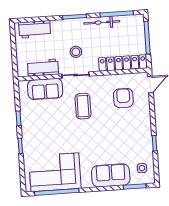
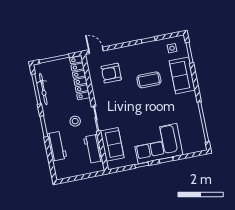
bicycle: (102, 22) -> (43, 89), moved
workbench: (35, 29) -> (57, 146), moved
coffee table: (83, 106) -> (149, 80), moved
corner sofa: (55, 172) -> (157, 144), moved, turned 90

